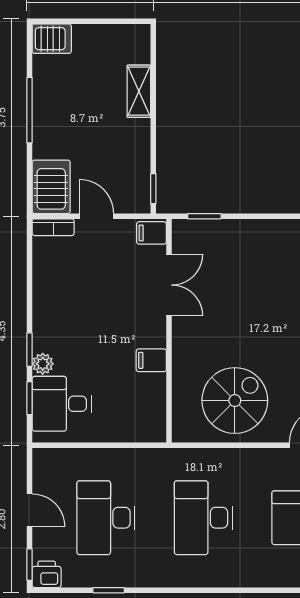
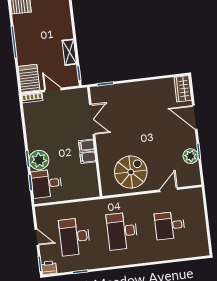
shelving: (139, 91) -> (69, 52), moved
filing cabinet: (152, 233) -> (86, 145), moved
plant: (43, 364) -> (39, 160), width x1.87, depth x1.87

